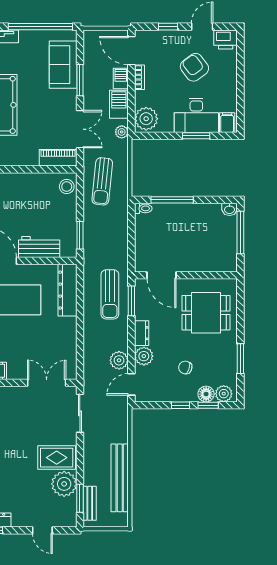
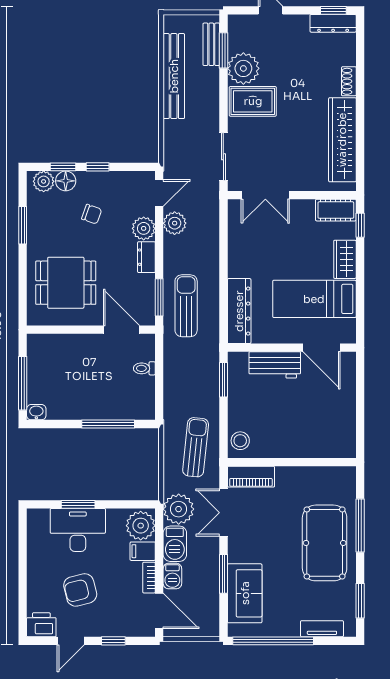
armchair: (194, 67) -> (80, 590), turned 113
filing cabinet: (227, 123) -> (143, 551), moved, turned 90
plant: (122, 132) -> (179, 509), width x1.87, depth x1.87
toilet: (143, 208) -> (144, 368), moved

